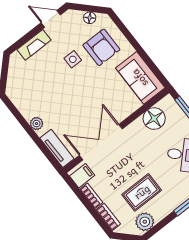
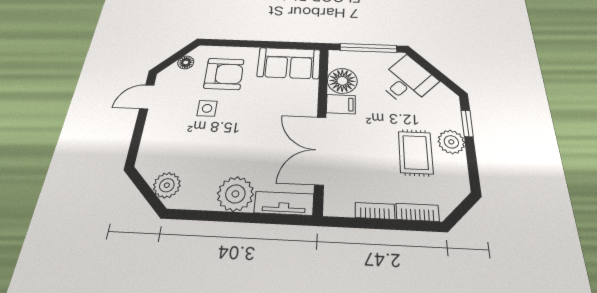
fireplace: (34, 45) -> (152, 133), removed
plant: (16, 82) -> (167, 185), added
plant: (37, 124) -> (235, 194), width x1.87, depth x1.87
filing cabinet: (82, 176) -> (341, 104), moved, turned 90
plant: (145, 222) -> (451, 142), moved

